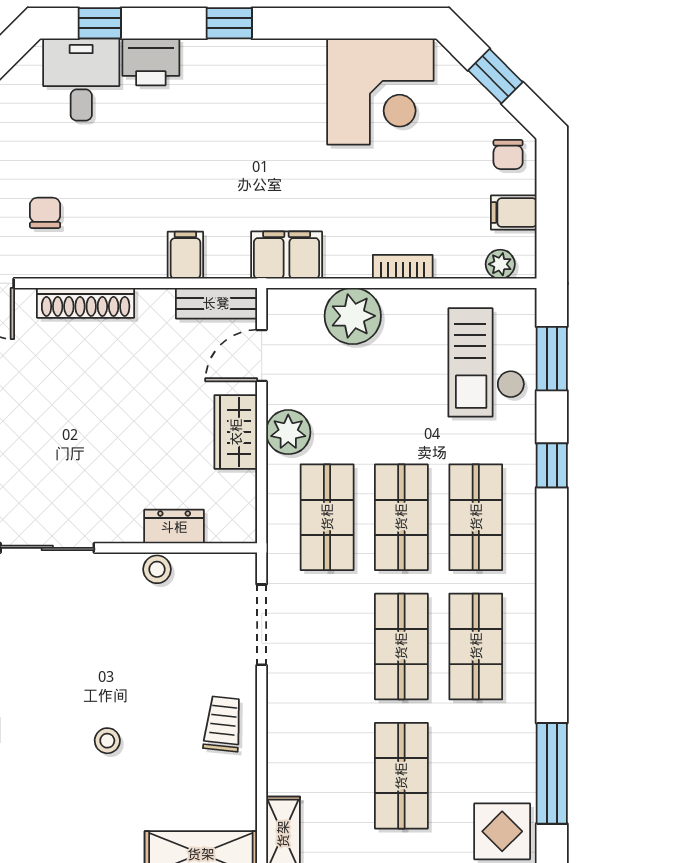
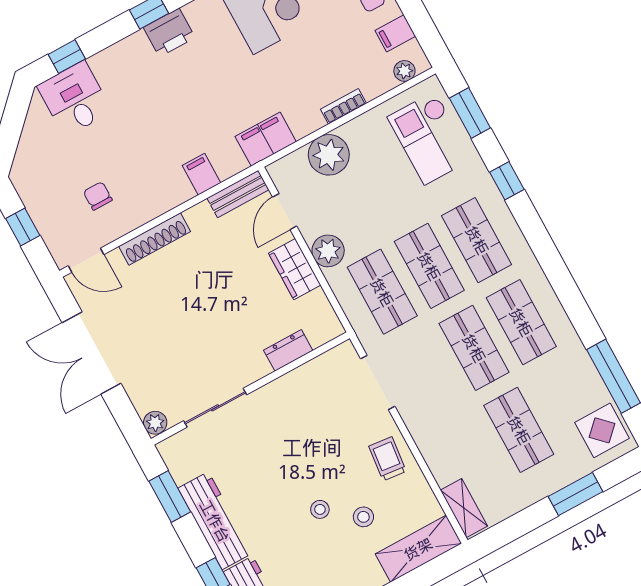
printer: (151, 62) -> (169, 33), moved
stool: (157, 569) -> (363, 517), moved

